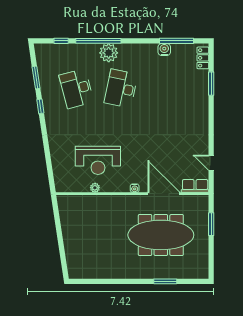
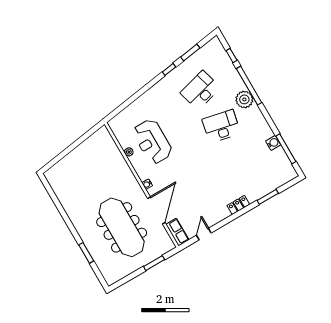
locker: (203, 58) -> (238, 205), moved

